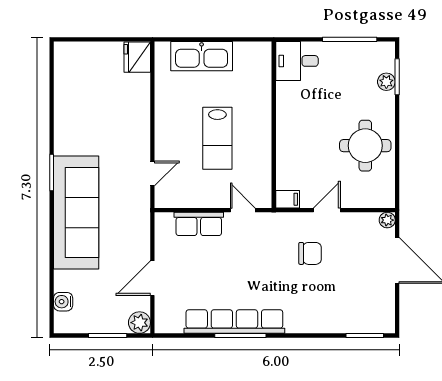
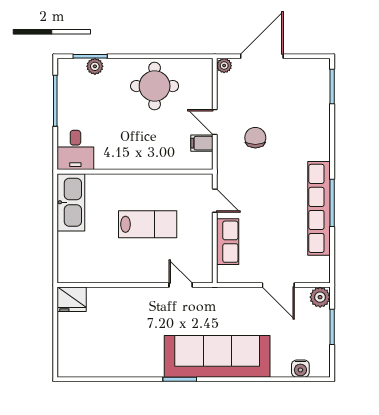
kitchen sink: (202, 56) -> (71, 202), moved
filing cabinet: (288, 199) -> (202, 143), moved, turned -90
door: (243, 210) -> (215, 201), swing flipped

